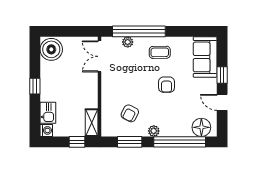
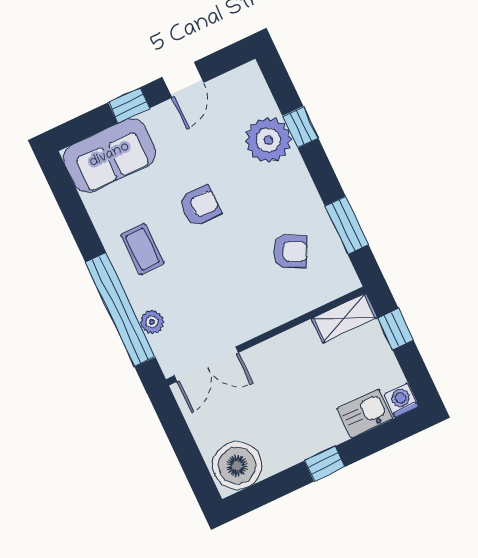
floor lamp: (201, 127) -> (252, 98), removed
plant: (154, 131) -> (268, 140), moved, width x1.88, depth x1.88
window: (180, 142) -> (300, 127), width x0.32

